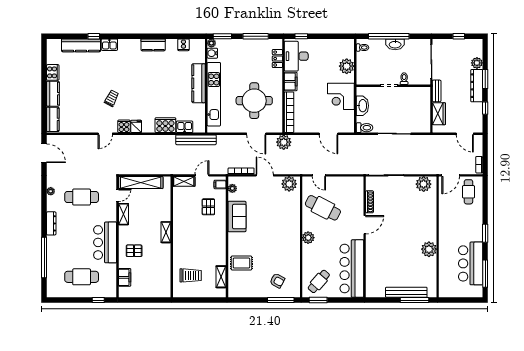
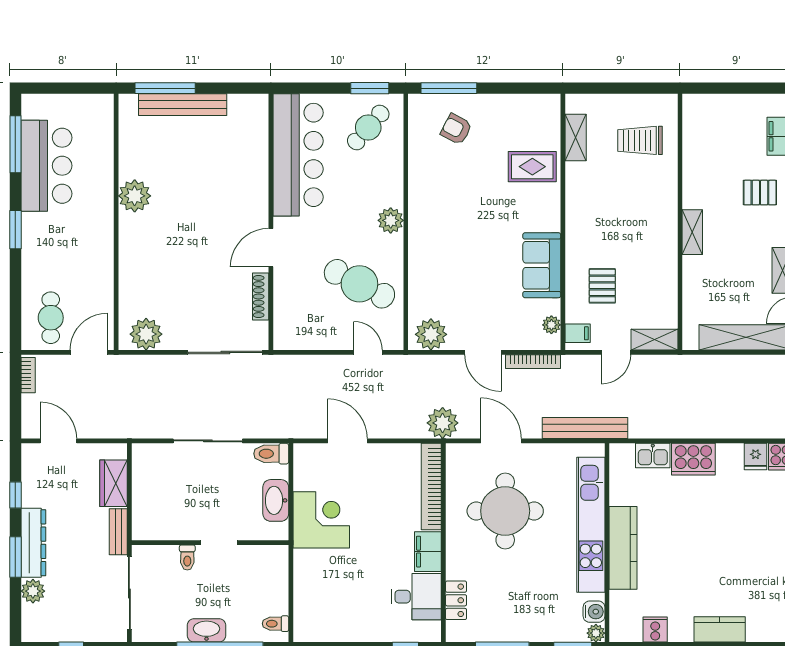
desk: (296, 56) -> (416, 597), width x0.73
plant: (347, 66) -> (309, 584), removed
bench: (196, 140) -> (585, 428), moved

